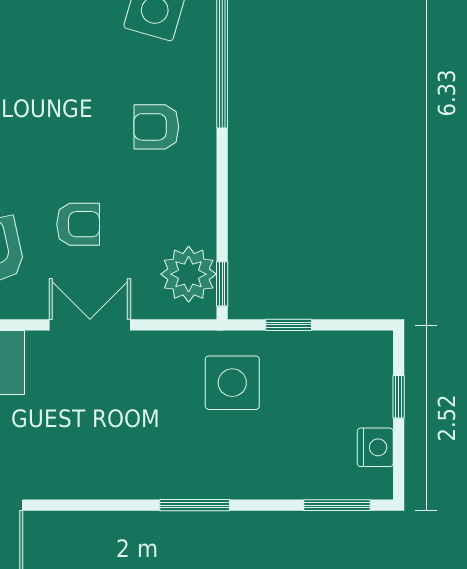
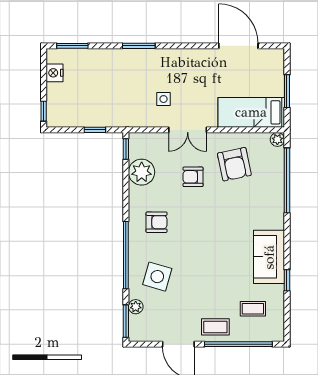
plant: (189, 274) -> (142, 172), moved
side table: (232, 383) -> (164, 99), moved, width x0.54, depth x0.54
window: (399, 397) -> (44, 111), moved

